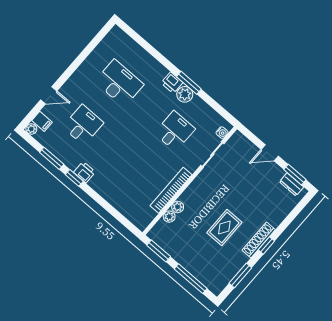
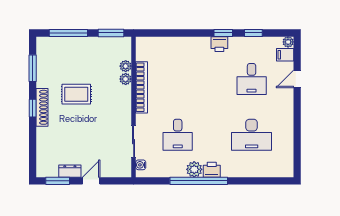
window: (189, 83) -> (199, 181), width x2.11
window: (52, 158) -> (253, 33), width x0.67
dresser: (291, 184) -> (70, 171), moved
rug: (224, 228) -> (76, 94), turned 90

